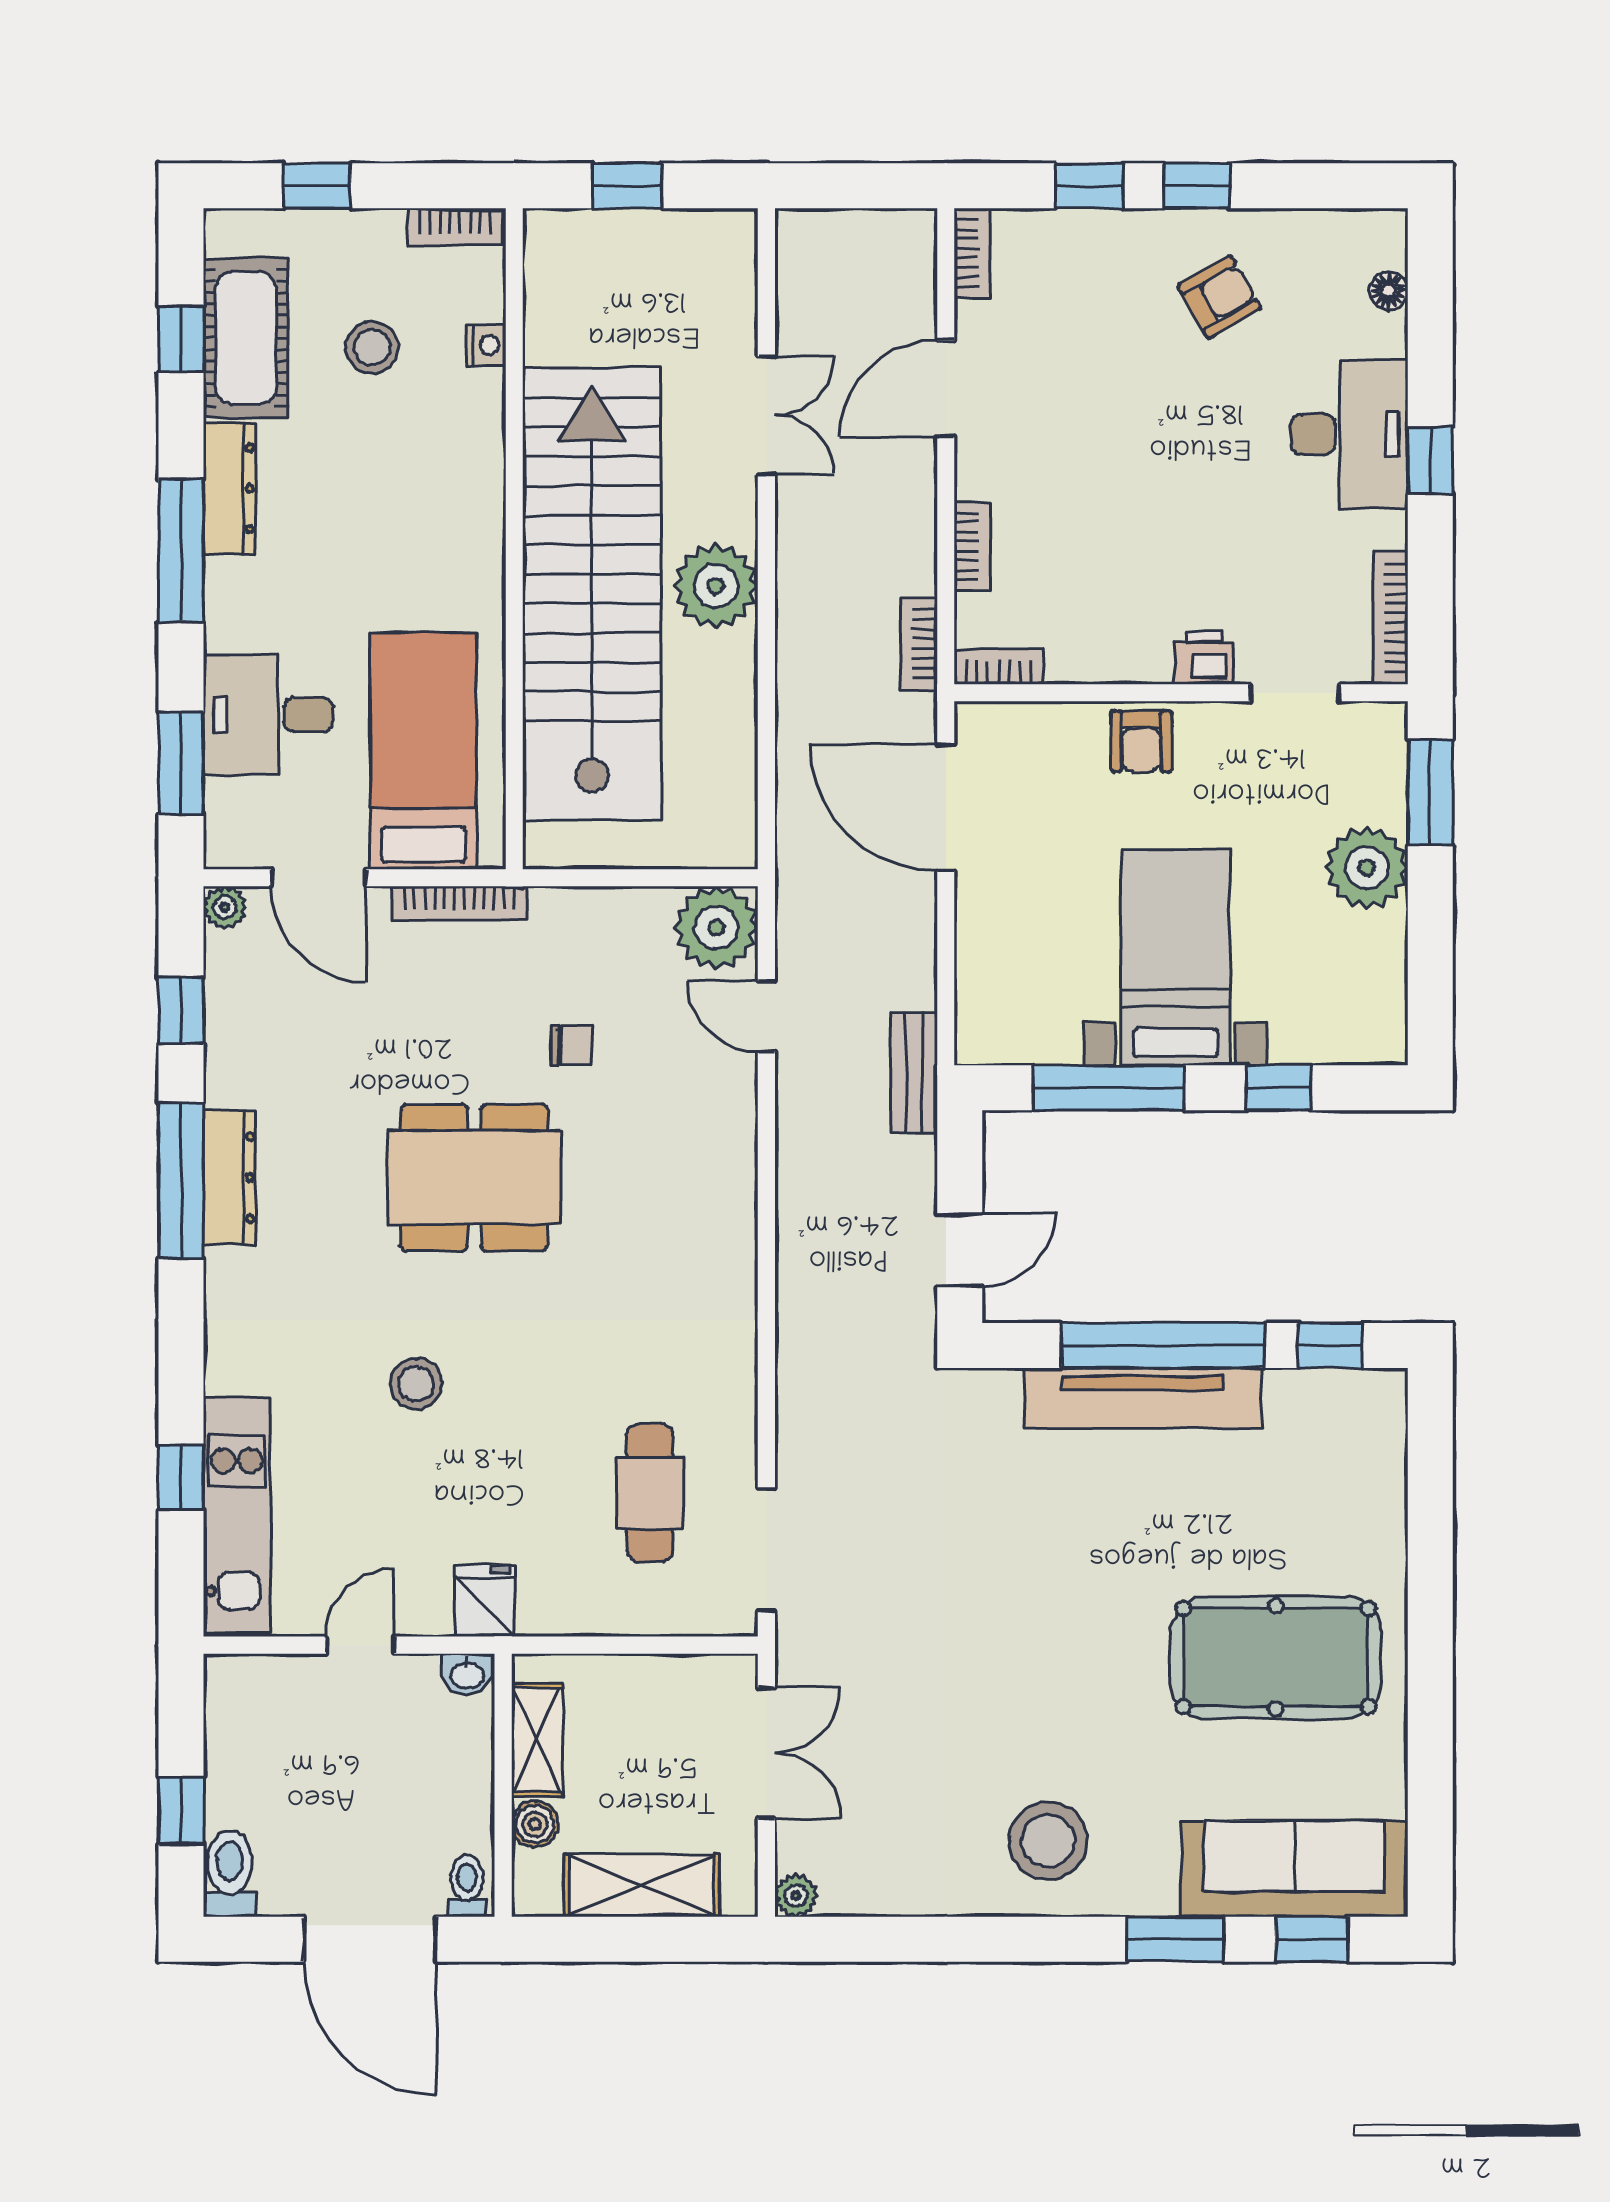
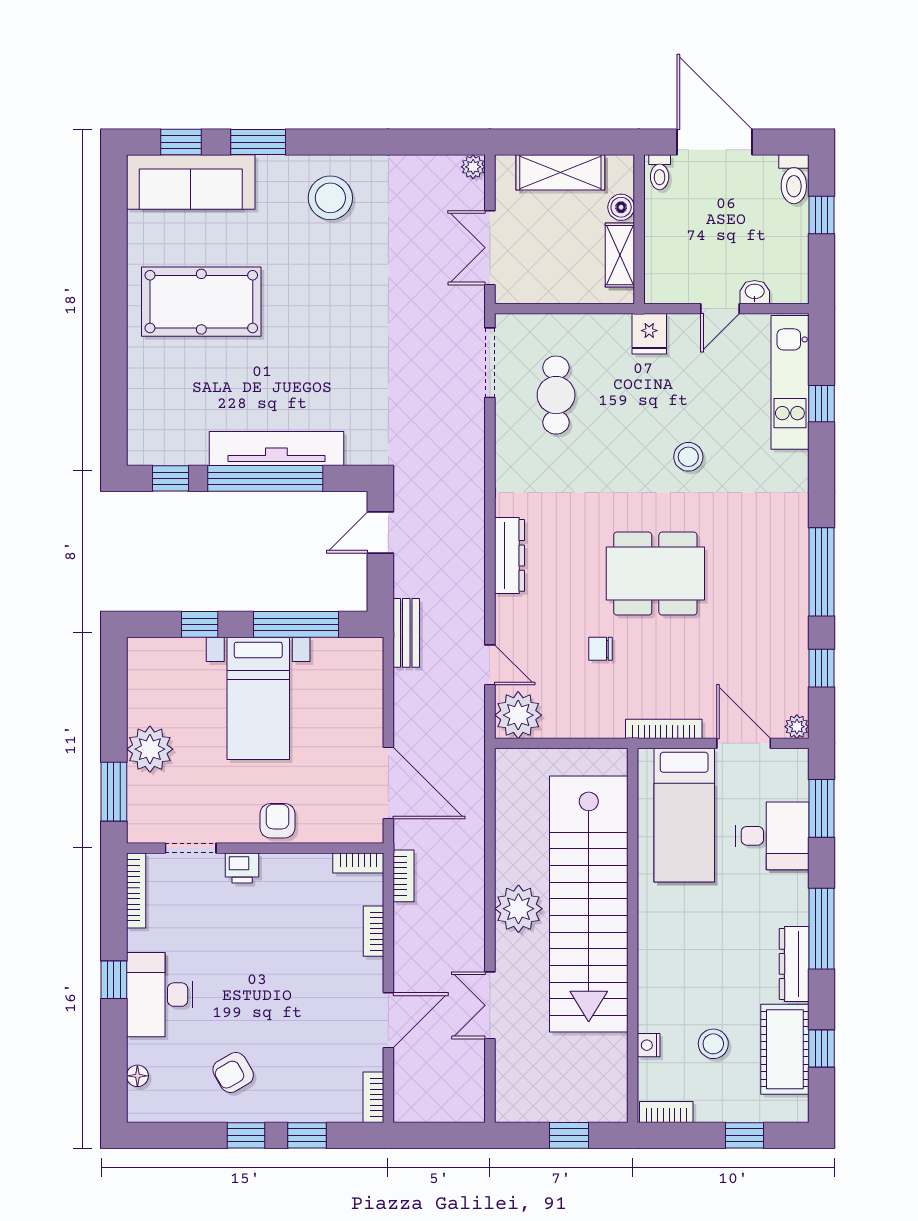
dresser: (230, 1178) -> (510, 555), moved, turned 180
washbasin: (467, 1674) -> (755, 292), moved

